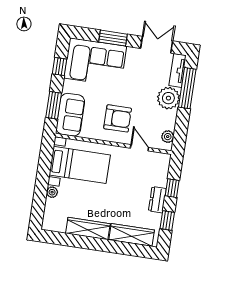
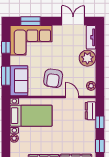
window: (113, 38) -> (31, 21), moved
window: (187, 88) -> (100, 49), removed
armchair: (118, 118) -> (53, 78), turned 98
dresser: (157, 200) -> (90, 111), moved

